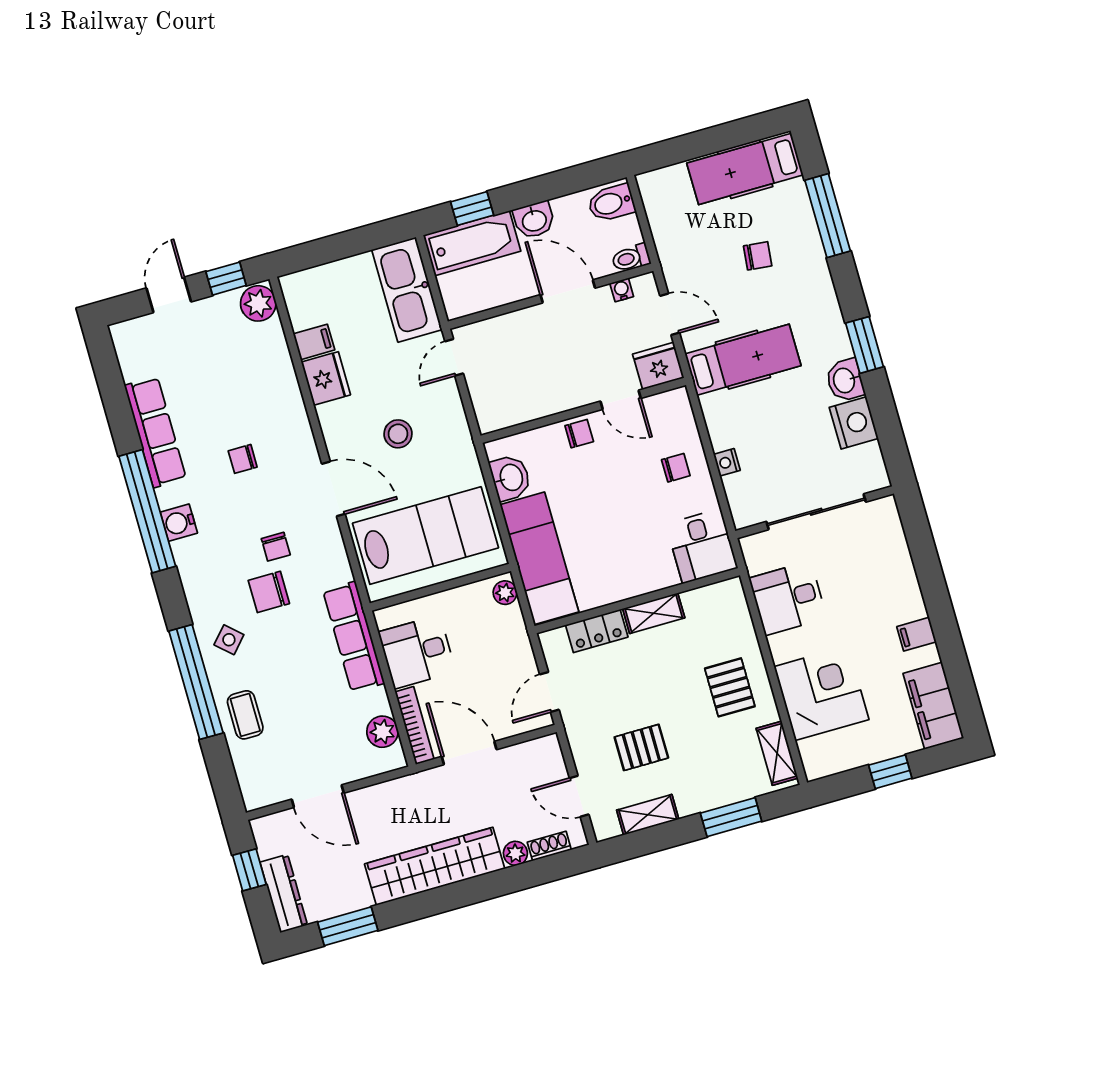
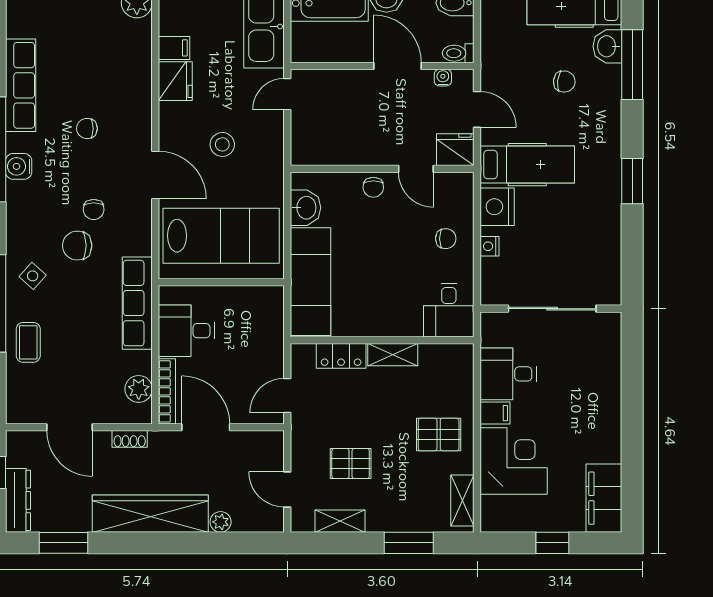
washbasin: (845, 380) -> (607, 46), moved
nightstand: (854, 423) -> (497, 207), moved, turned 180
chair: (579, 434) -> (373, 187), turned 90
plant: (505, 593) -> (274, 302), removed
filing cabinet: (917, 634) -> (495, 413), moved, turned 180
pallet: (730, 687) -> (439, 434), turned 90
shoe rack: (549, 846) -> (130, 439), moved, turned 180

